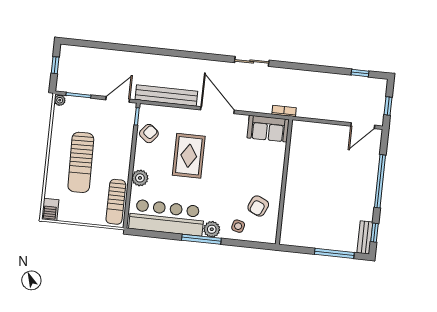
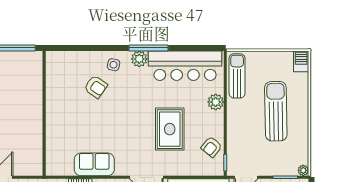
wall: (284, 182) -> (44, 113), moved
armchair: (258, 206) -> (96, 87), turned 101

